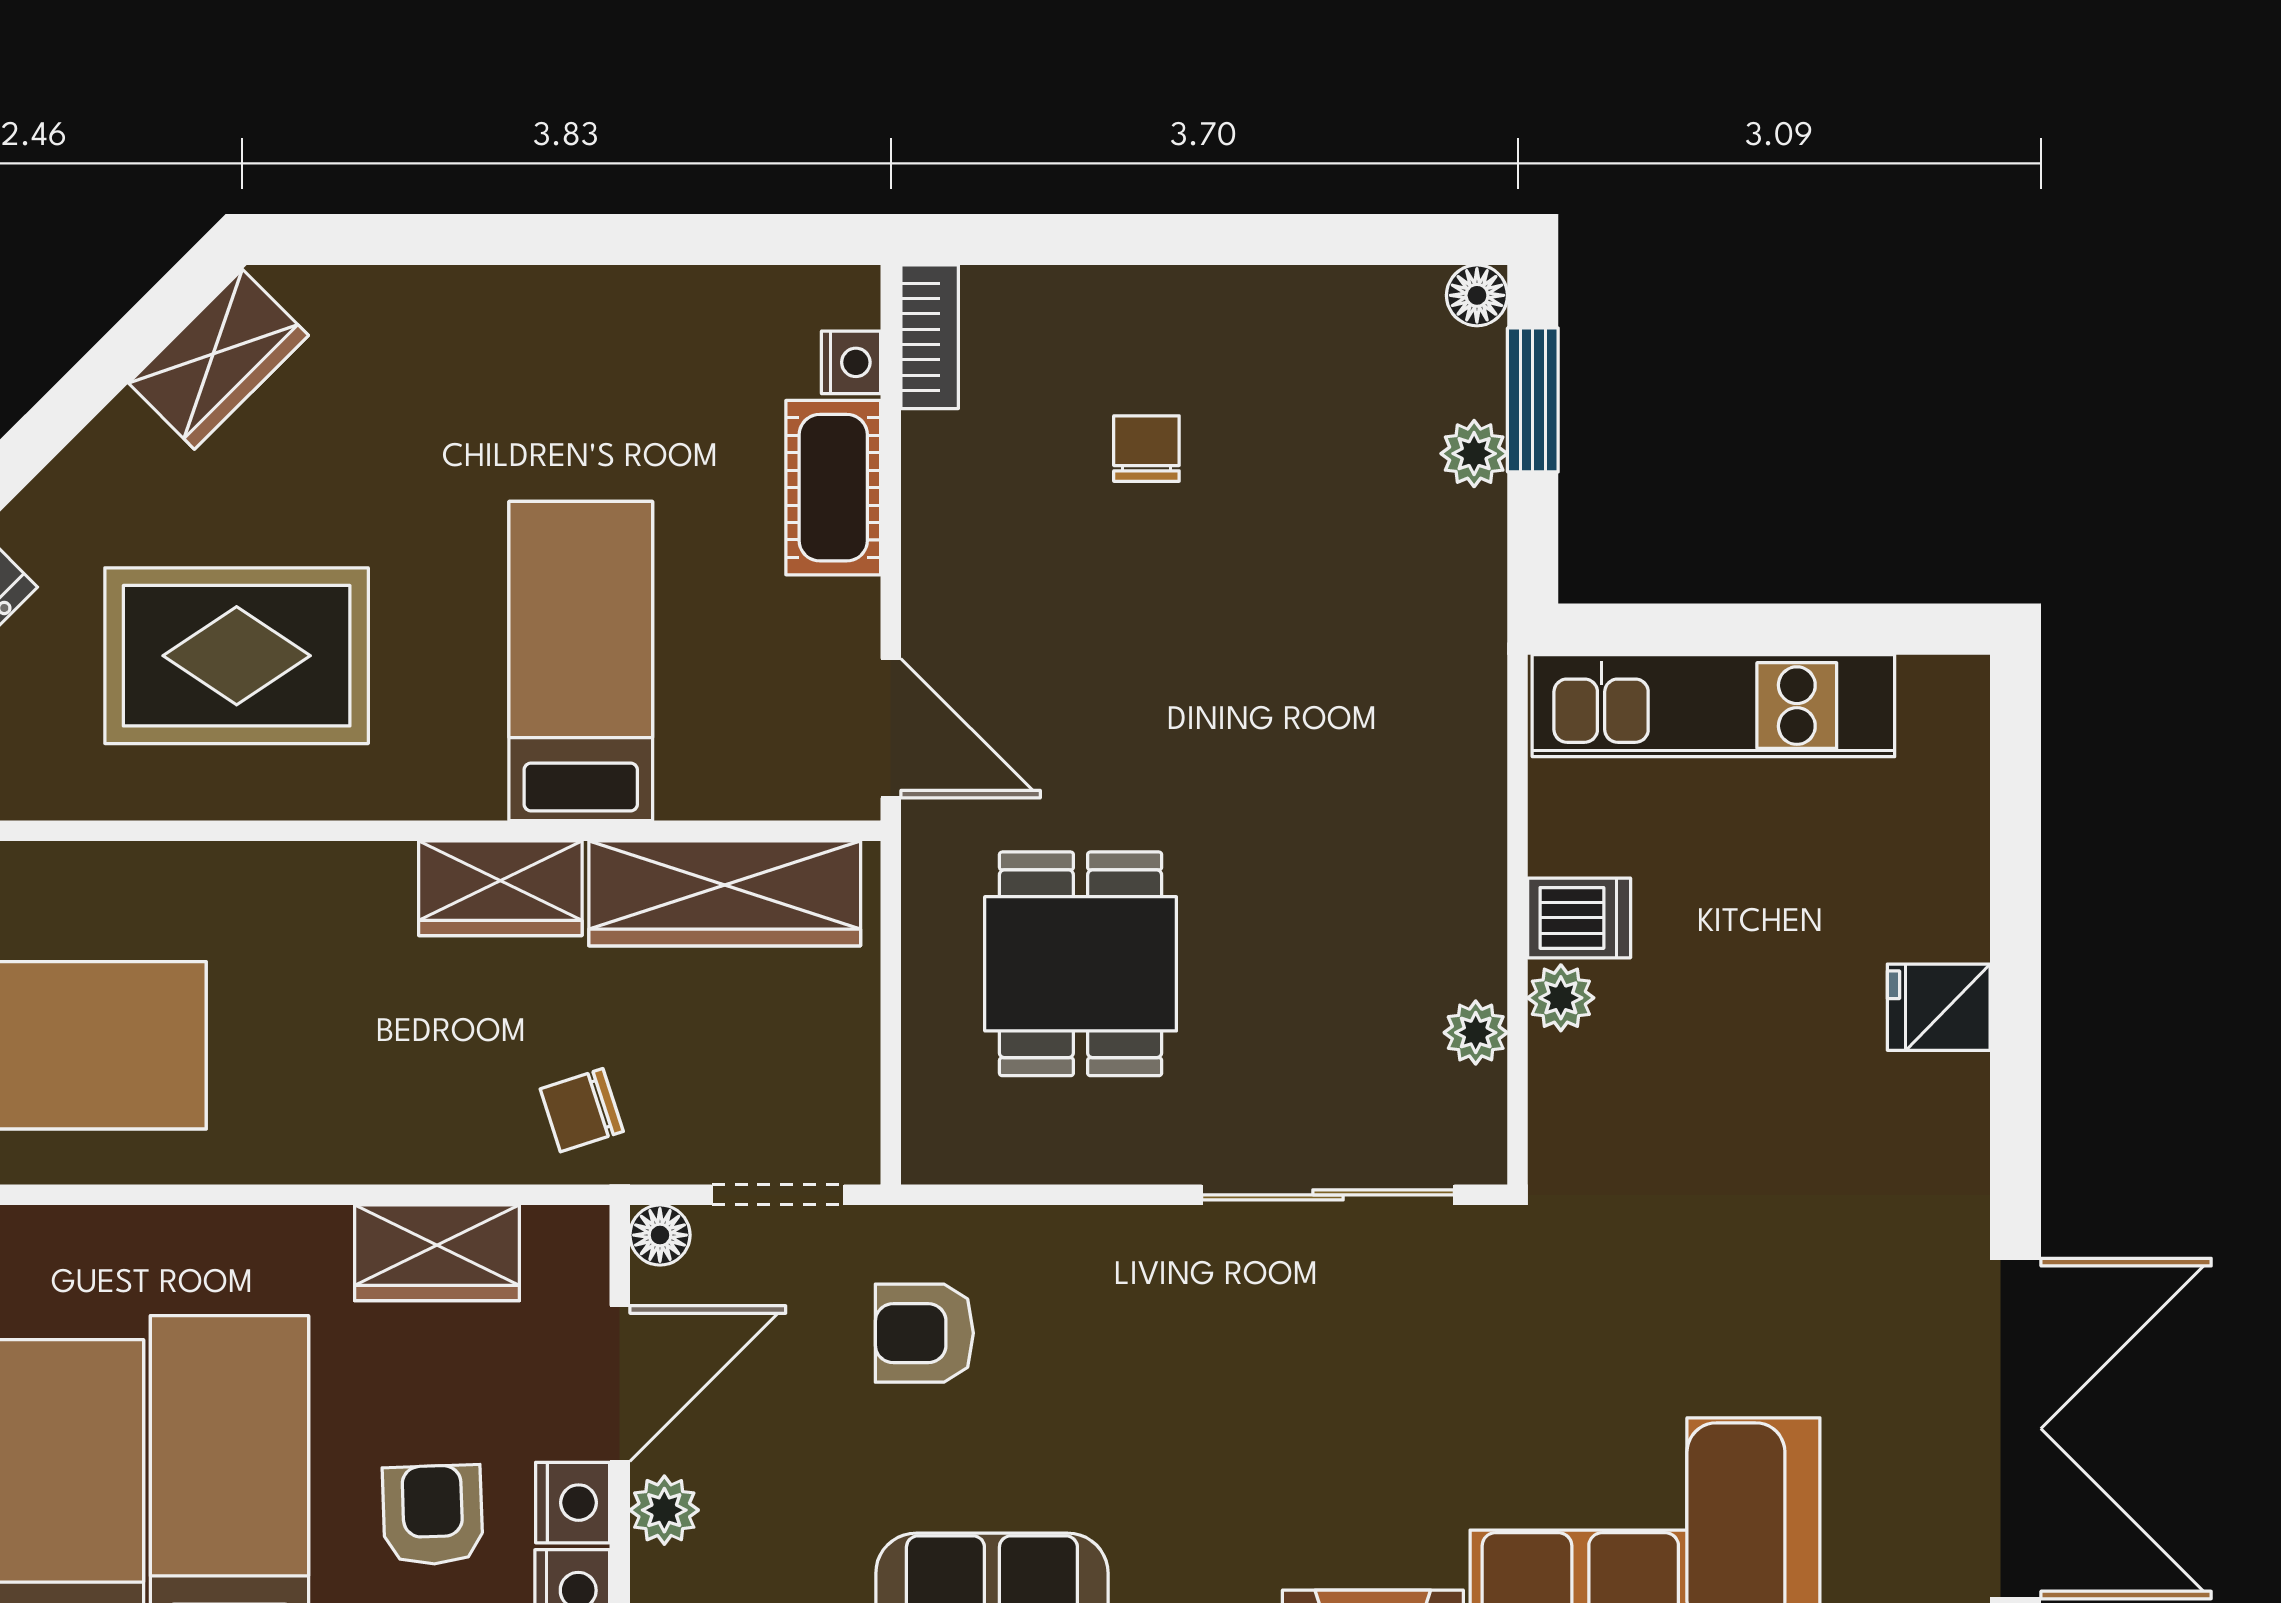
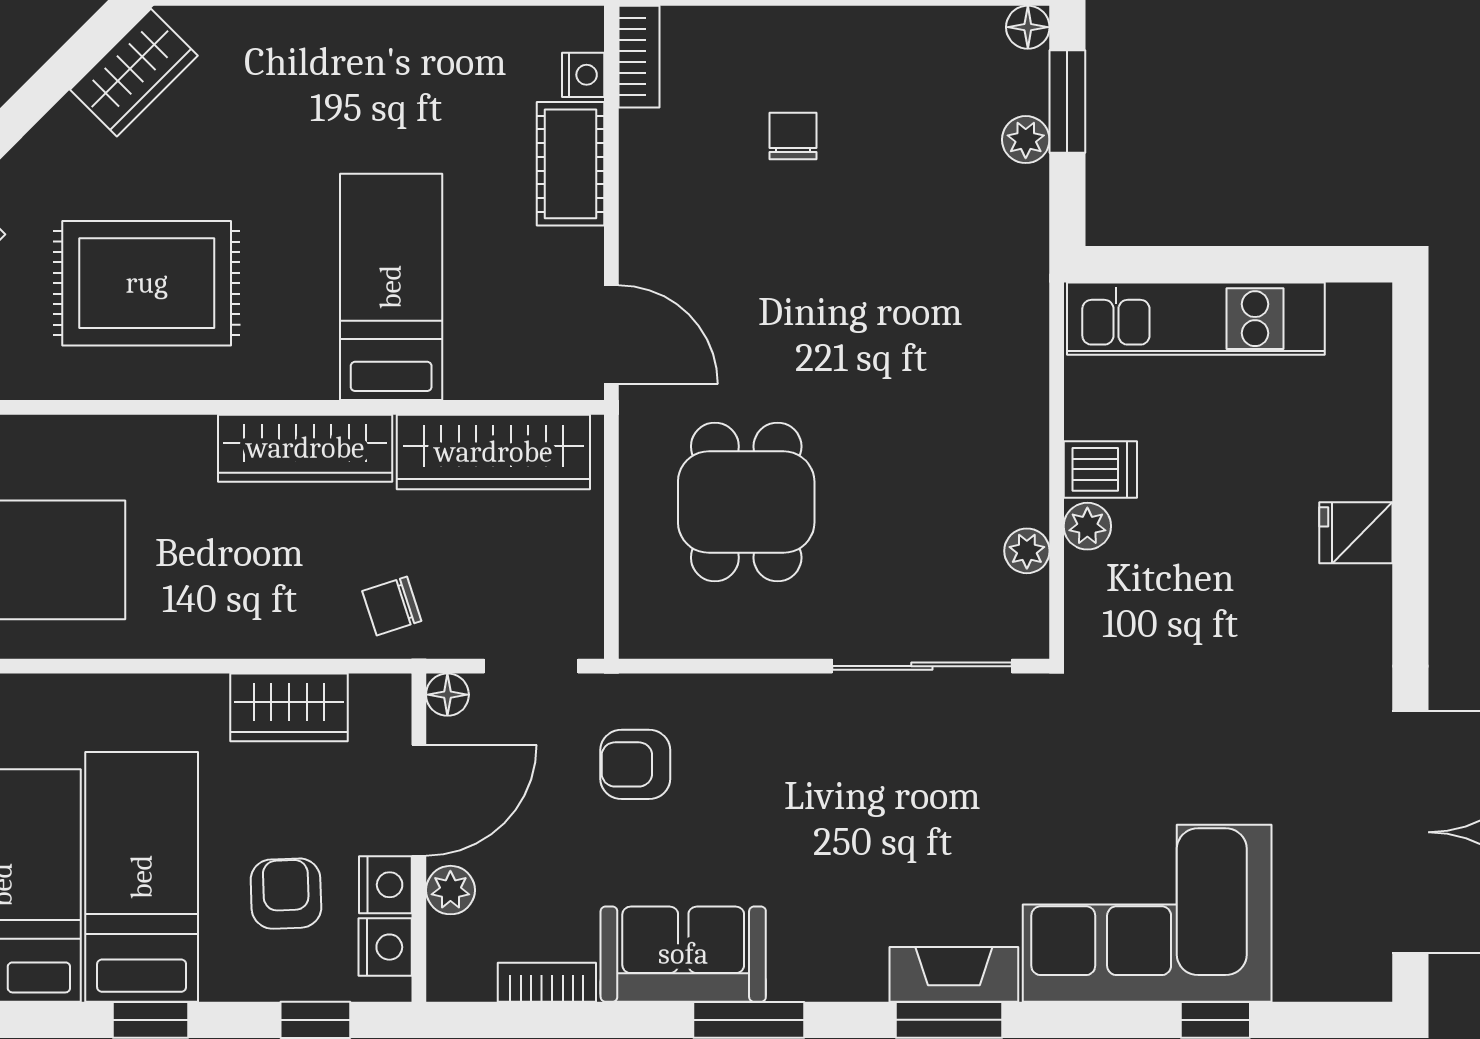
wardrobe: (500, 888) -> (305, 448), width x1.50

